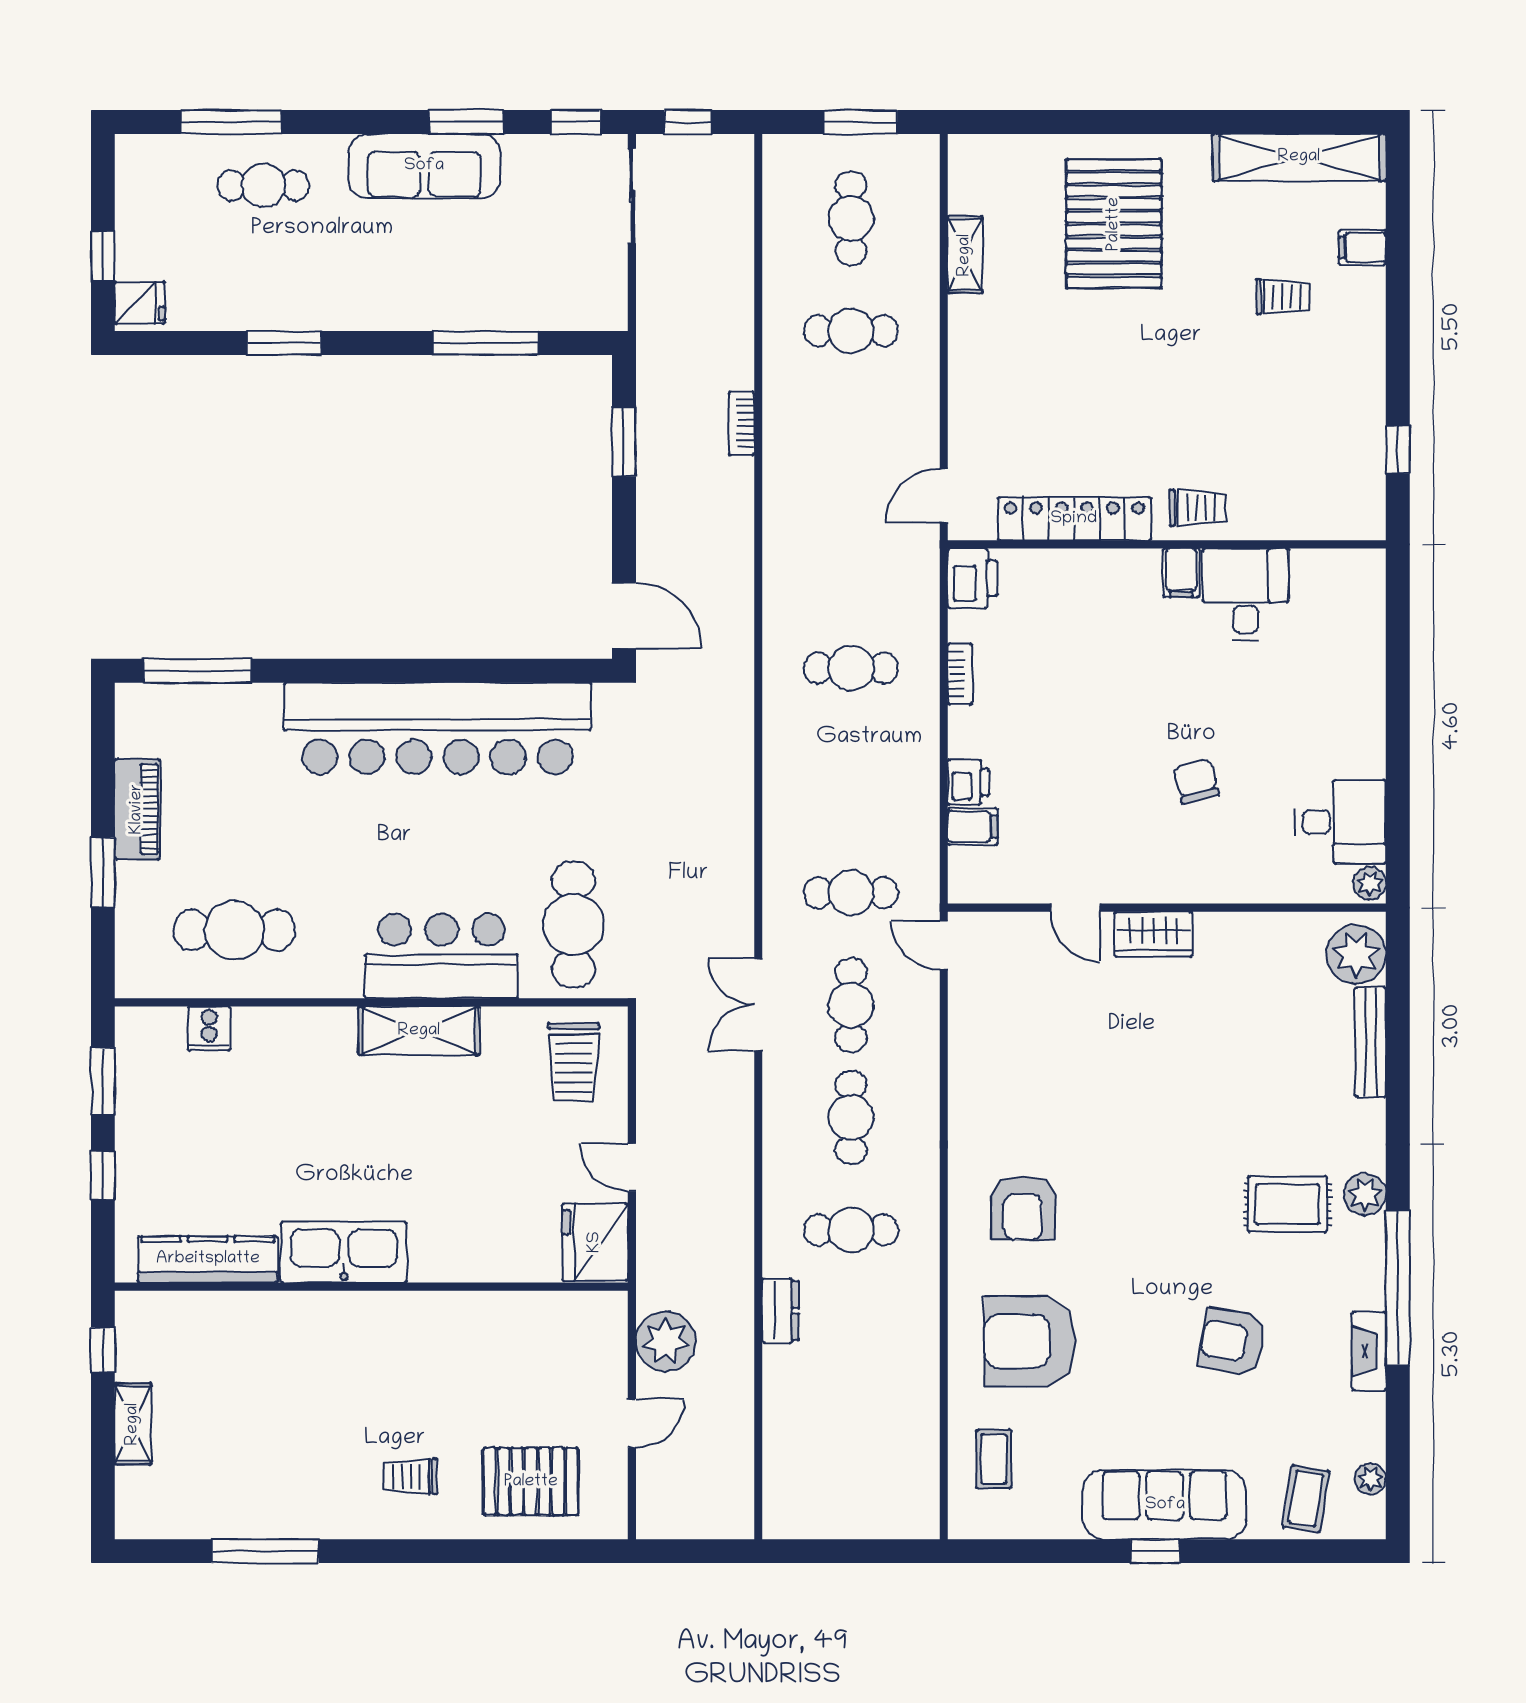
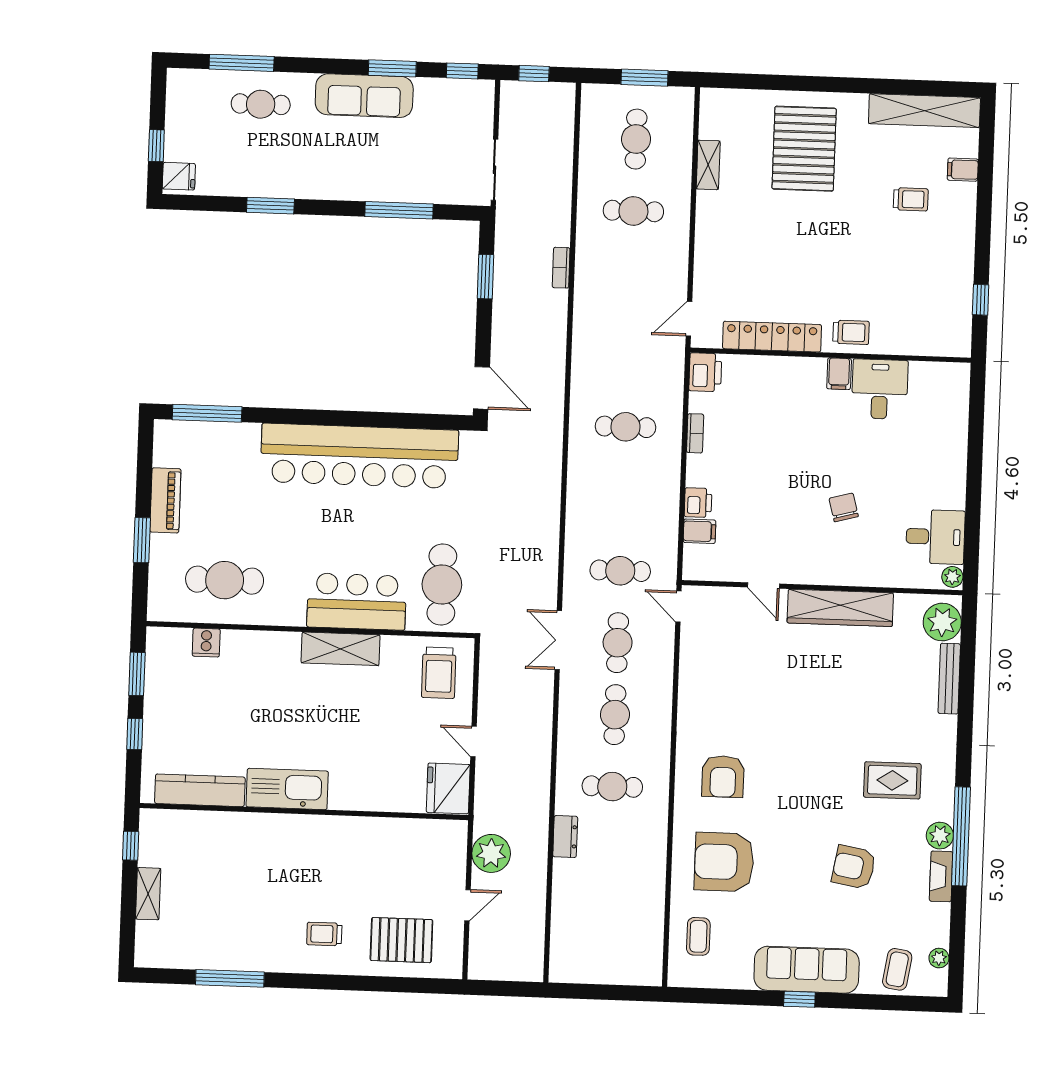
sliding door: (632, 196) -> (494, 170), moved
wardrobe: (1153, 934) -> (840, 608), width x2.10, depth x1.17
plant: (1365, 1194) -> (940, 836), moved

